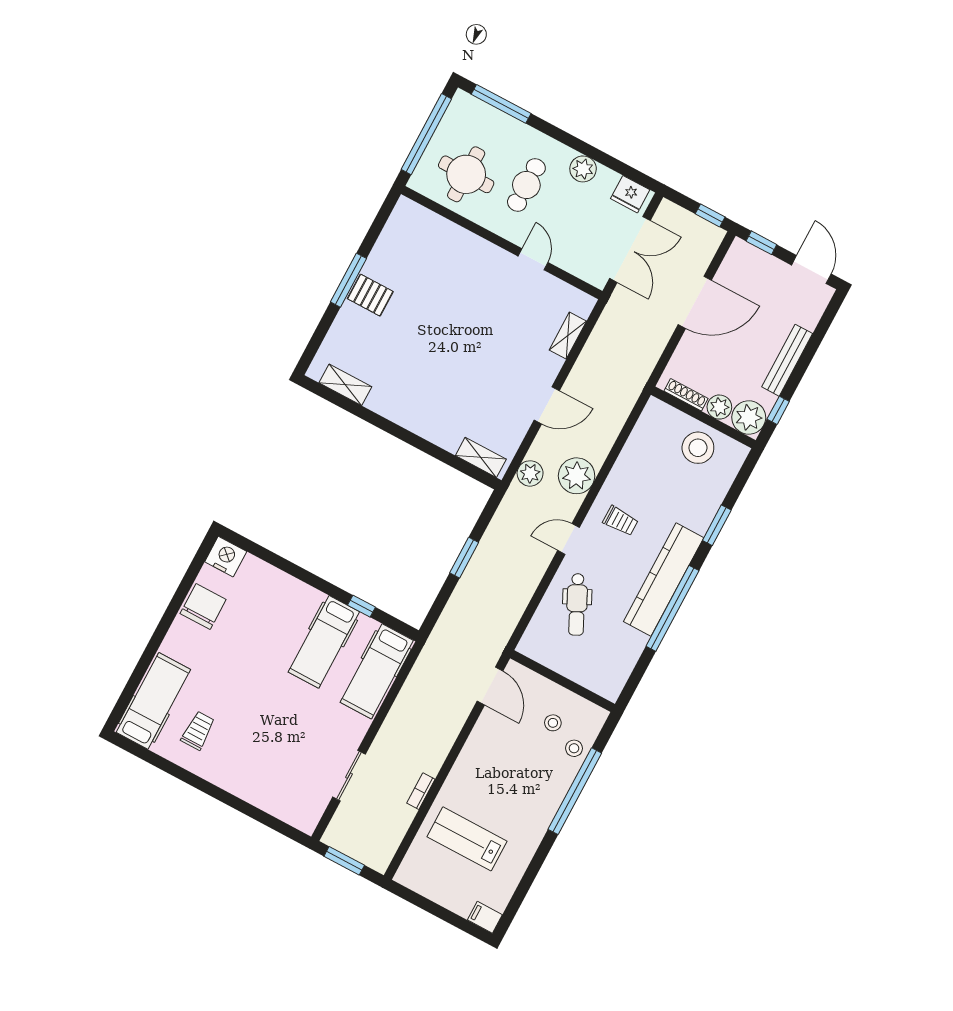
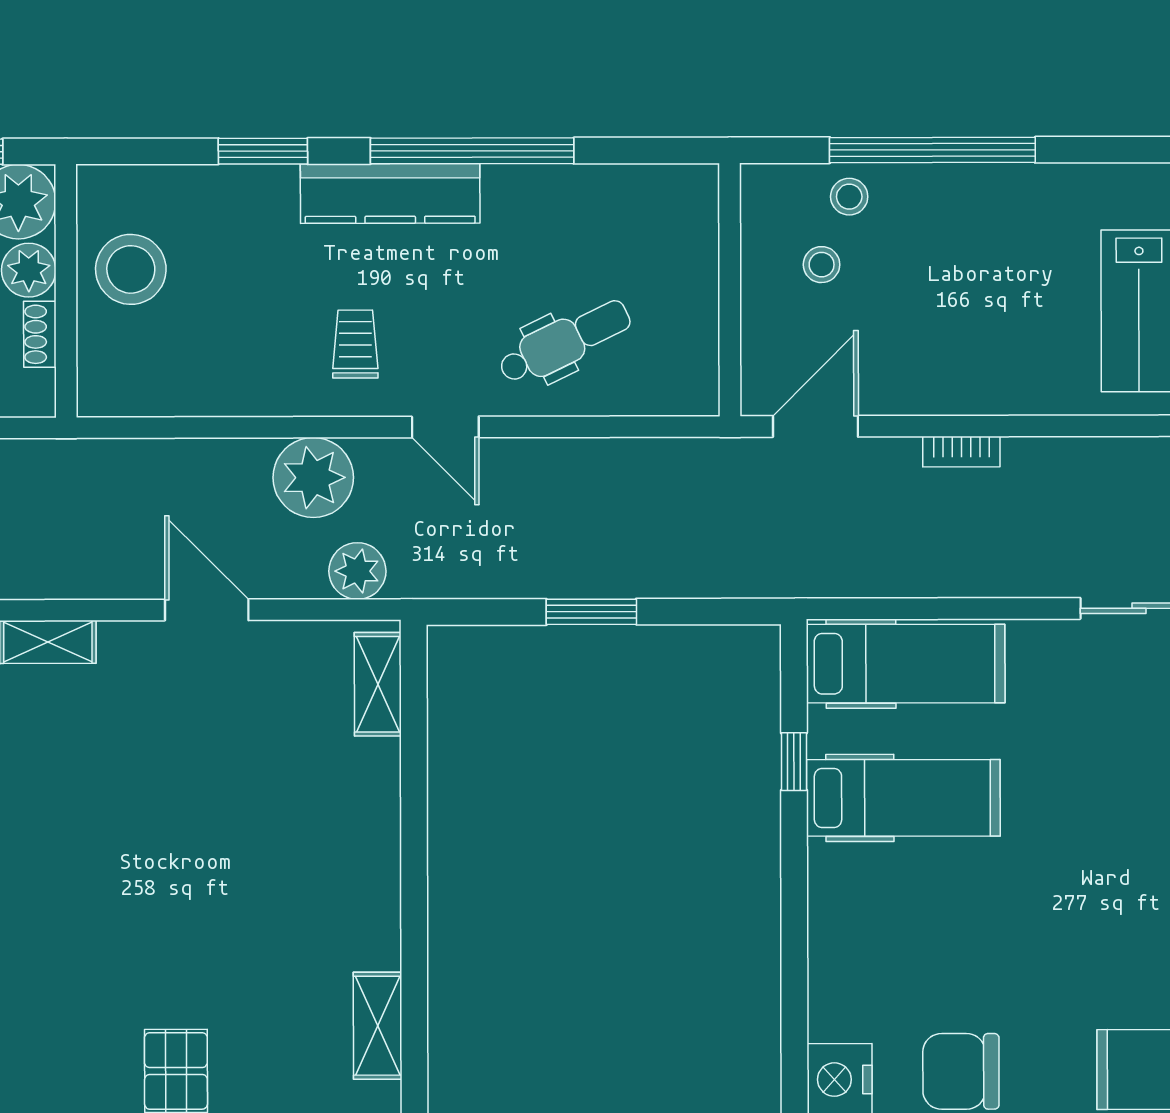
shoe rack: (686, 395) -> (40, 334), width x0.70
kitchen counter: (664, 580) -> (390, 193), width x0.72, depth x0.86
bookcase: (421, 791) -> (961, 452), moved

